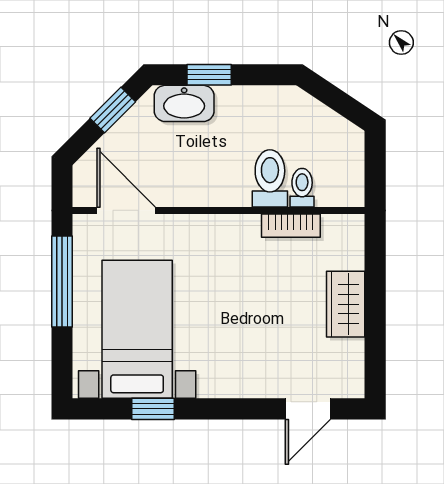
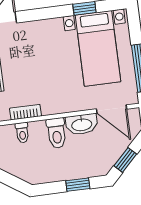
washbasin: (184, 103) -> (82, 124), moved, turned 180
toilet: (270, 178) -> (57, 133), moved

